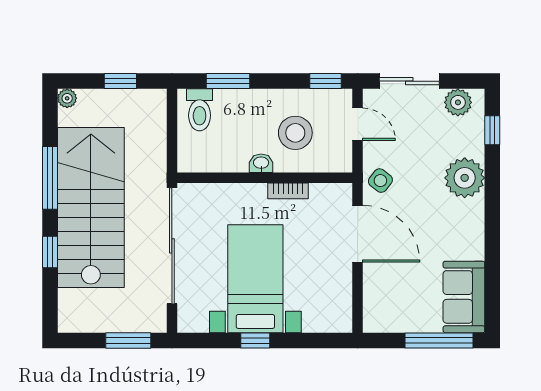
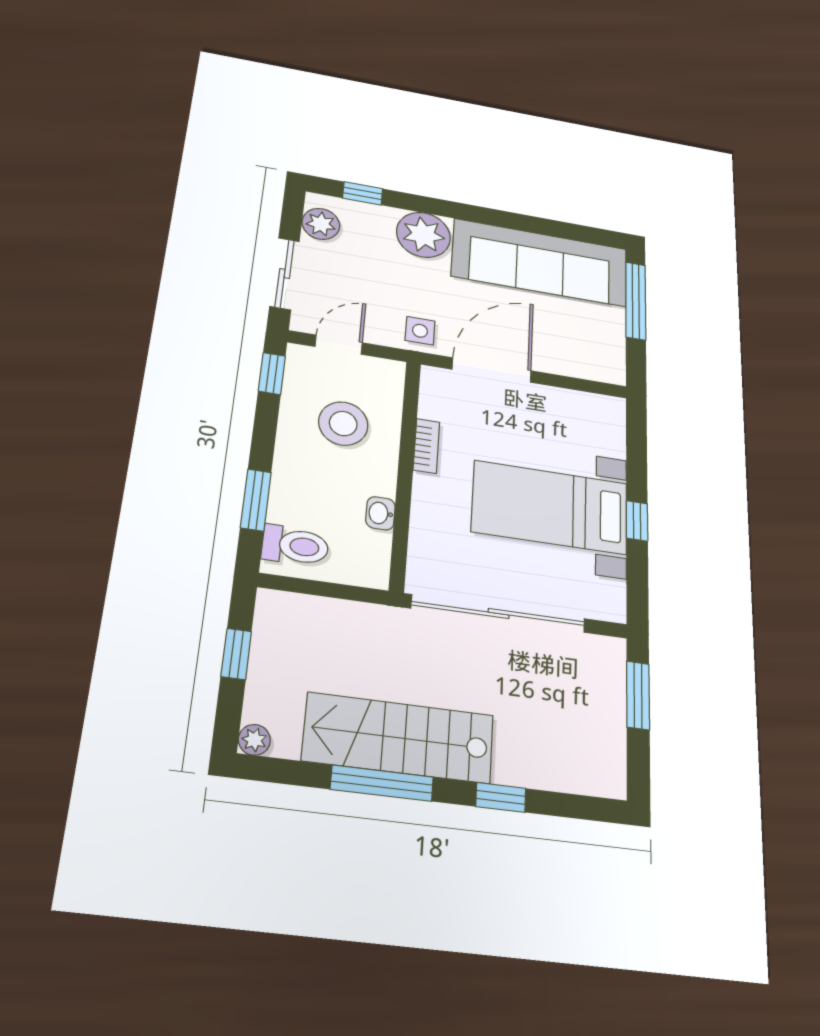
washbasin: (261, 163) -> (380, 513), moved
side table: (380, 181) -> (420, 331), turned -38
stairs: (91, 207) -> (399, 738), width x0.73, depth x0.66
sofa: (464, 297) -> (540, 263), width x1.85, depth x1.27

